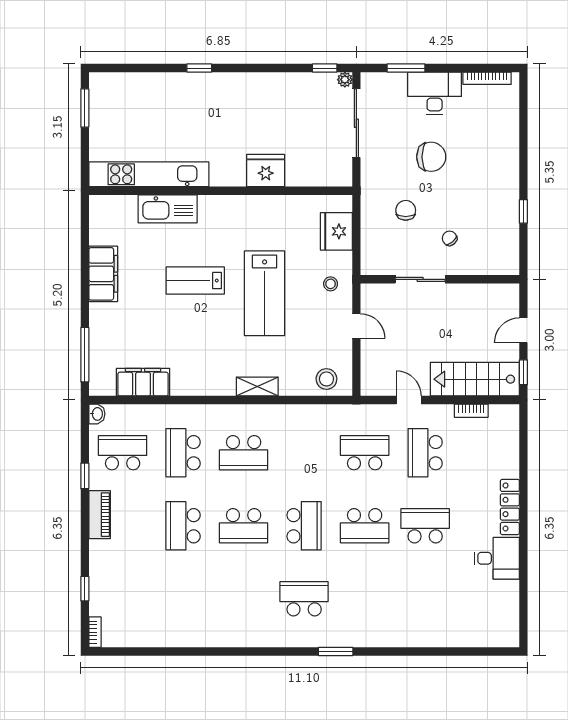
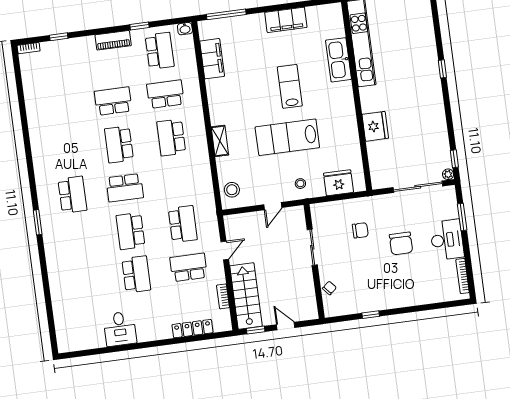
chair: (450, 238) -> (329, 288), moved
locker: (510, 507) -> (192, 329), moved

